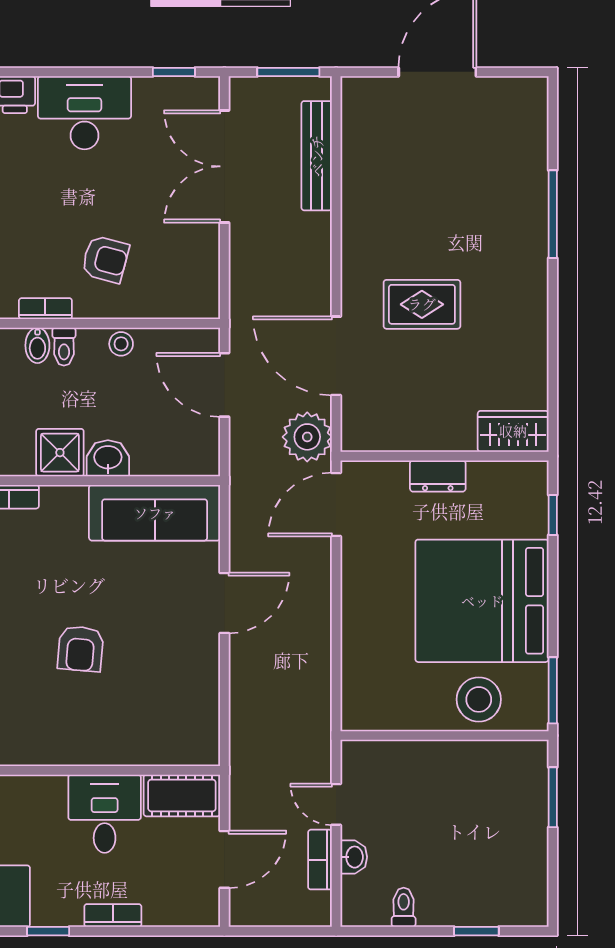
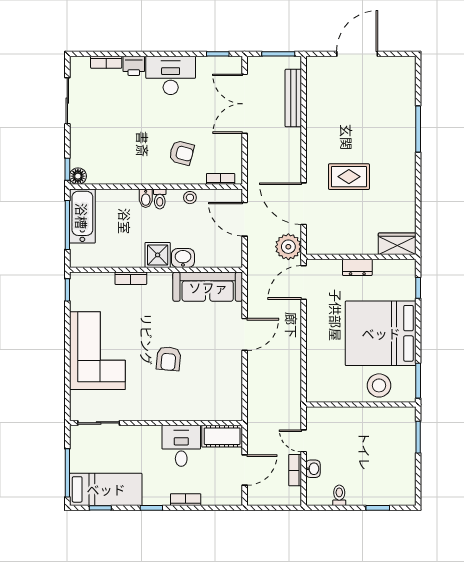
bookcase: (45, 309) -> (221, 179), moved

